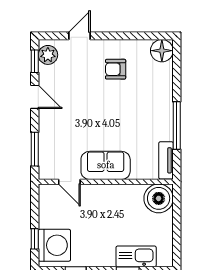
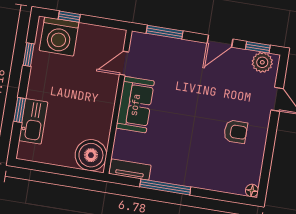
floor lamp: (162, 51) -> (252, 191), width x0.53, depth x0.53
armchair: (116, 69) -> (236, 132), turned 90

